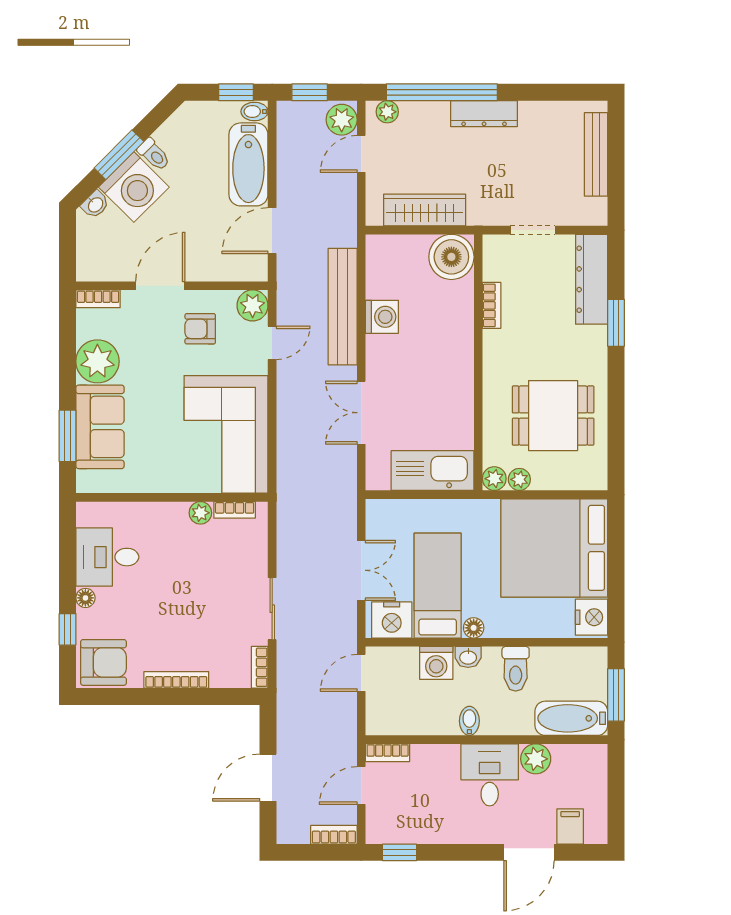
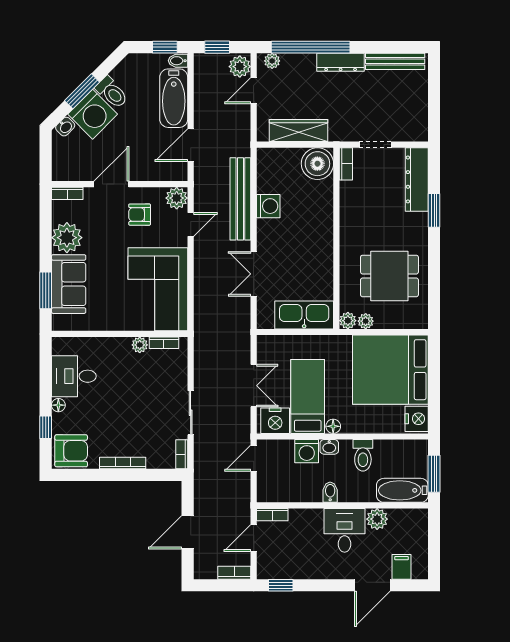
toilet: (154, 154) -> (112, 92), width x1.37, depth x1.39
bench: (596, 154) -> (395, 61), moved, turned 90
bookcase: (492, 305) -> (346, 164), moved

